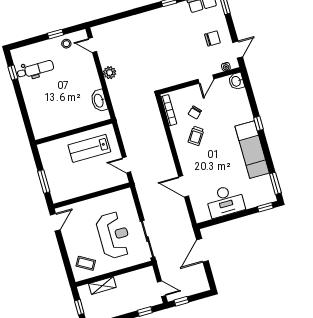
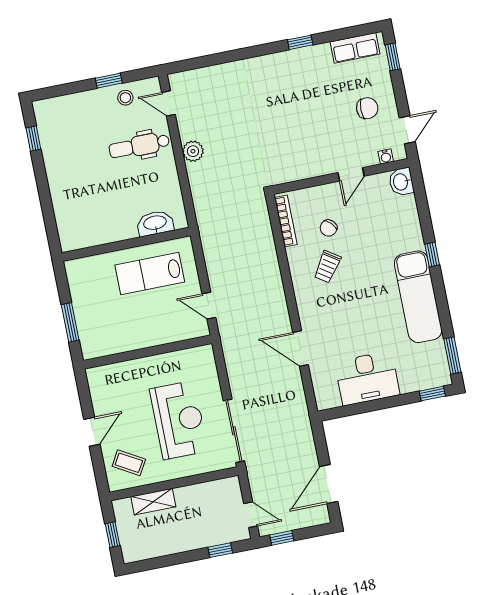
dental chair: (35, 69) -> (139, 146), moved, turned 180
washbasin: (99, 101) -> (155, 223), moved, turned 90
door: (55, 222) -> (92, 432), moved
door: (202, 250) -> (329, 484), moved

